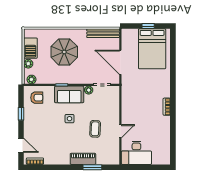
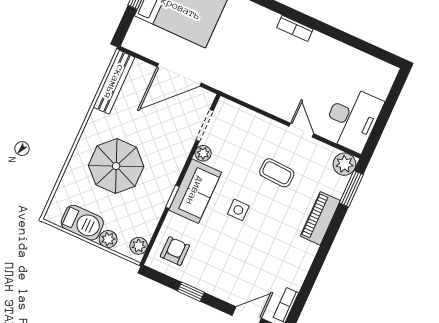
plant: (113, 159) -> (344, 164), added
window: (92, 167) -> (351, 189), moved

